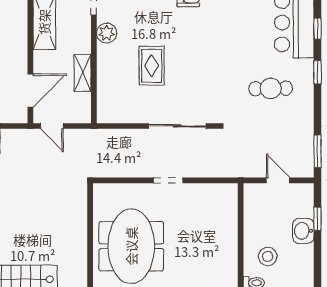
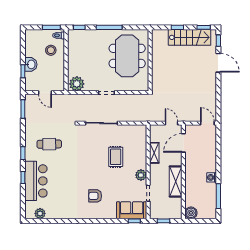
plant: (221, 196) -> (77, 84), added

